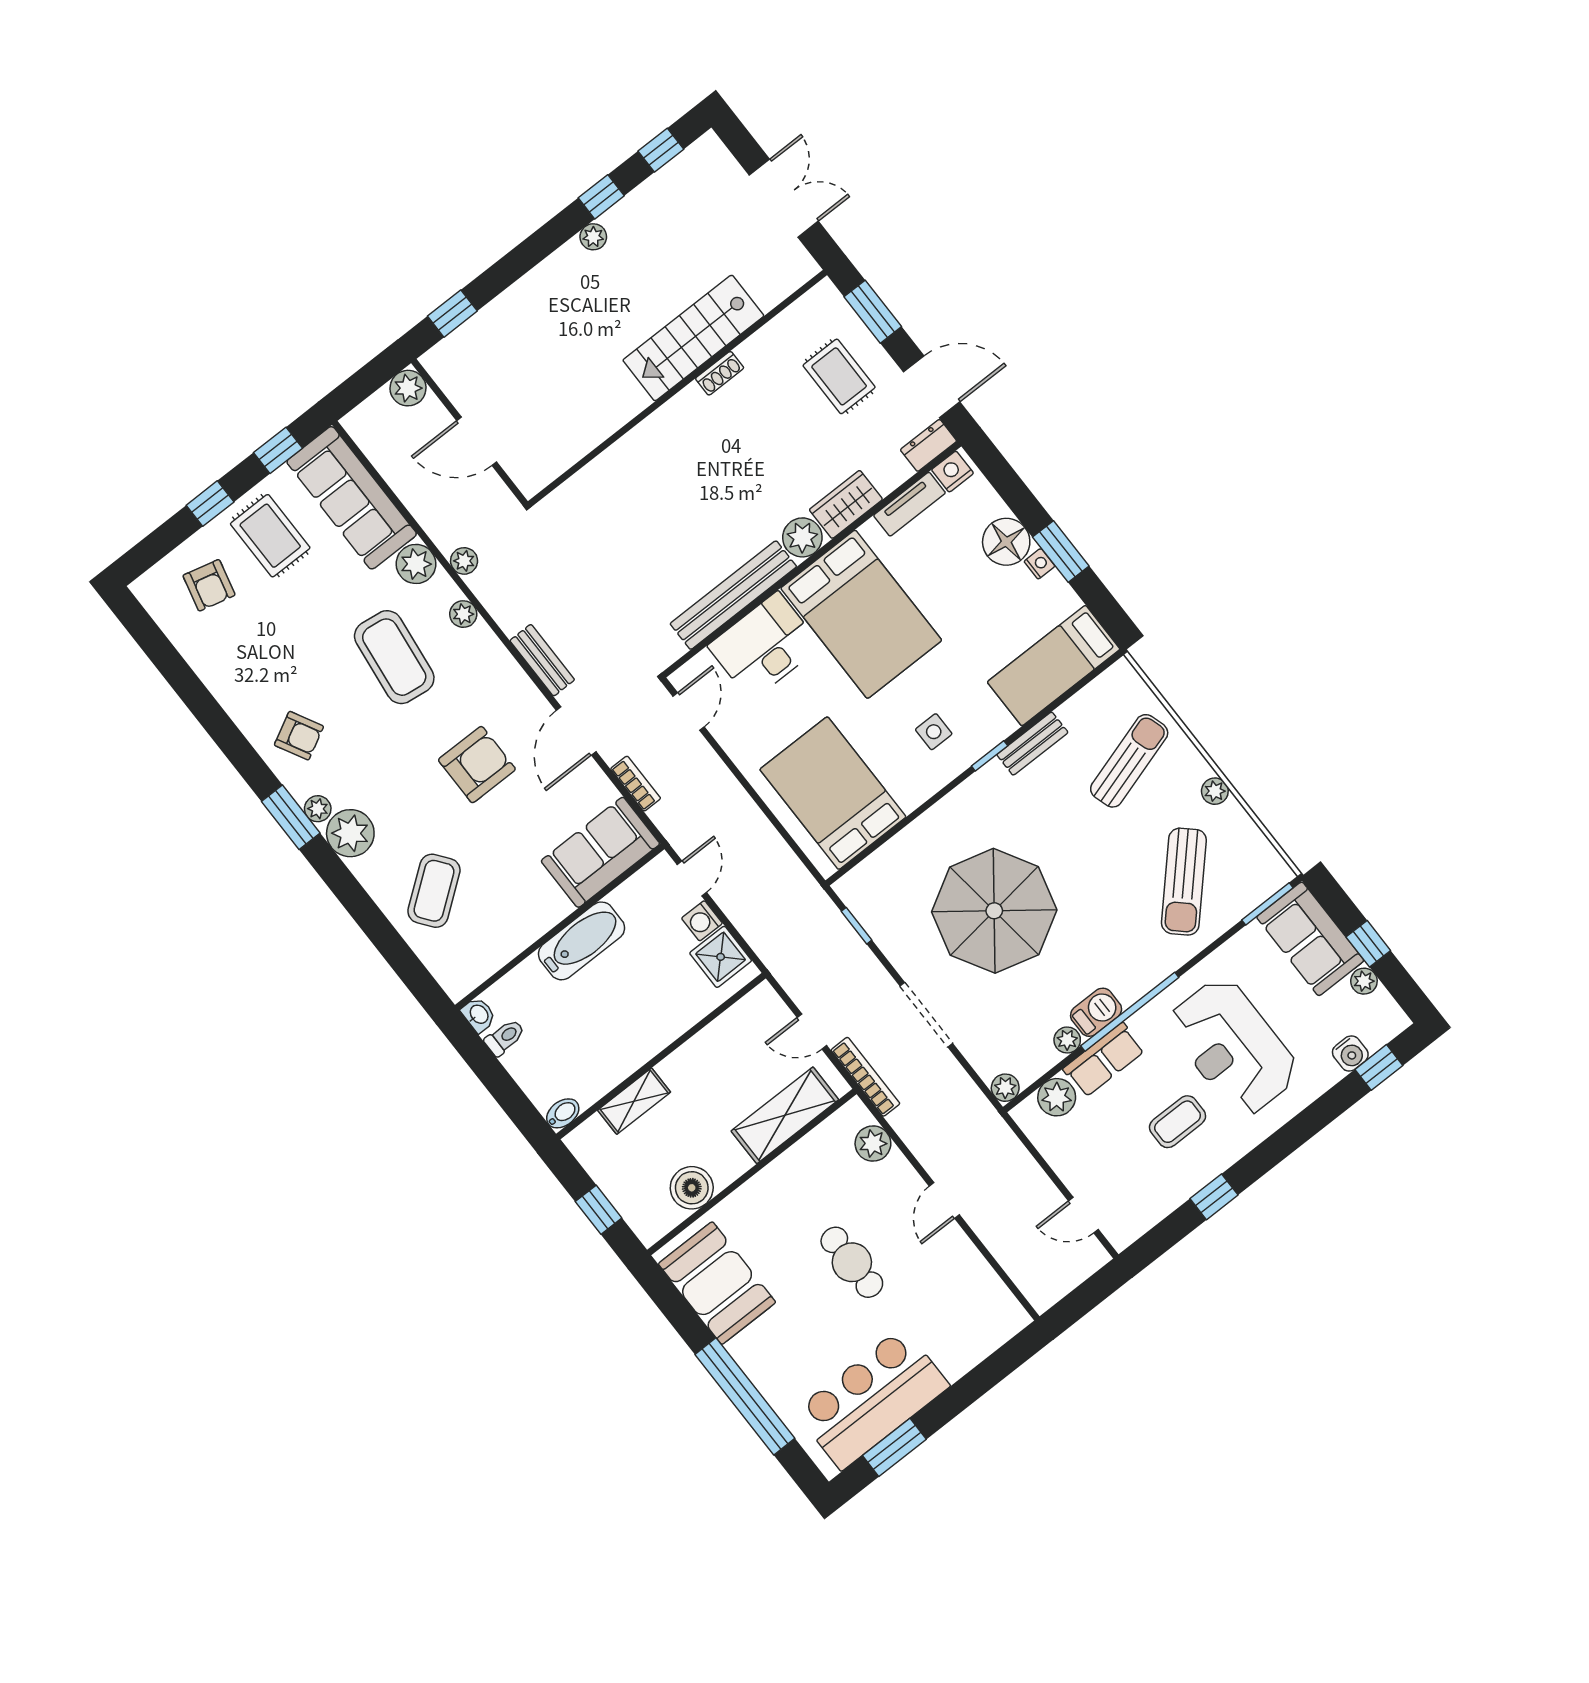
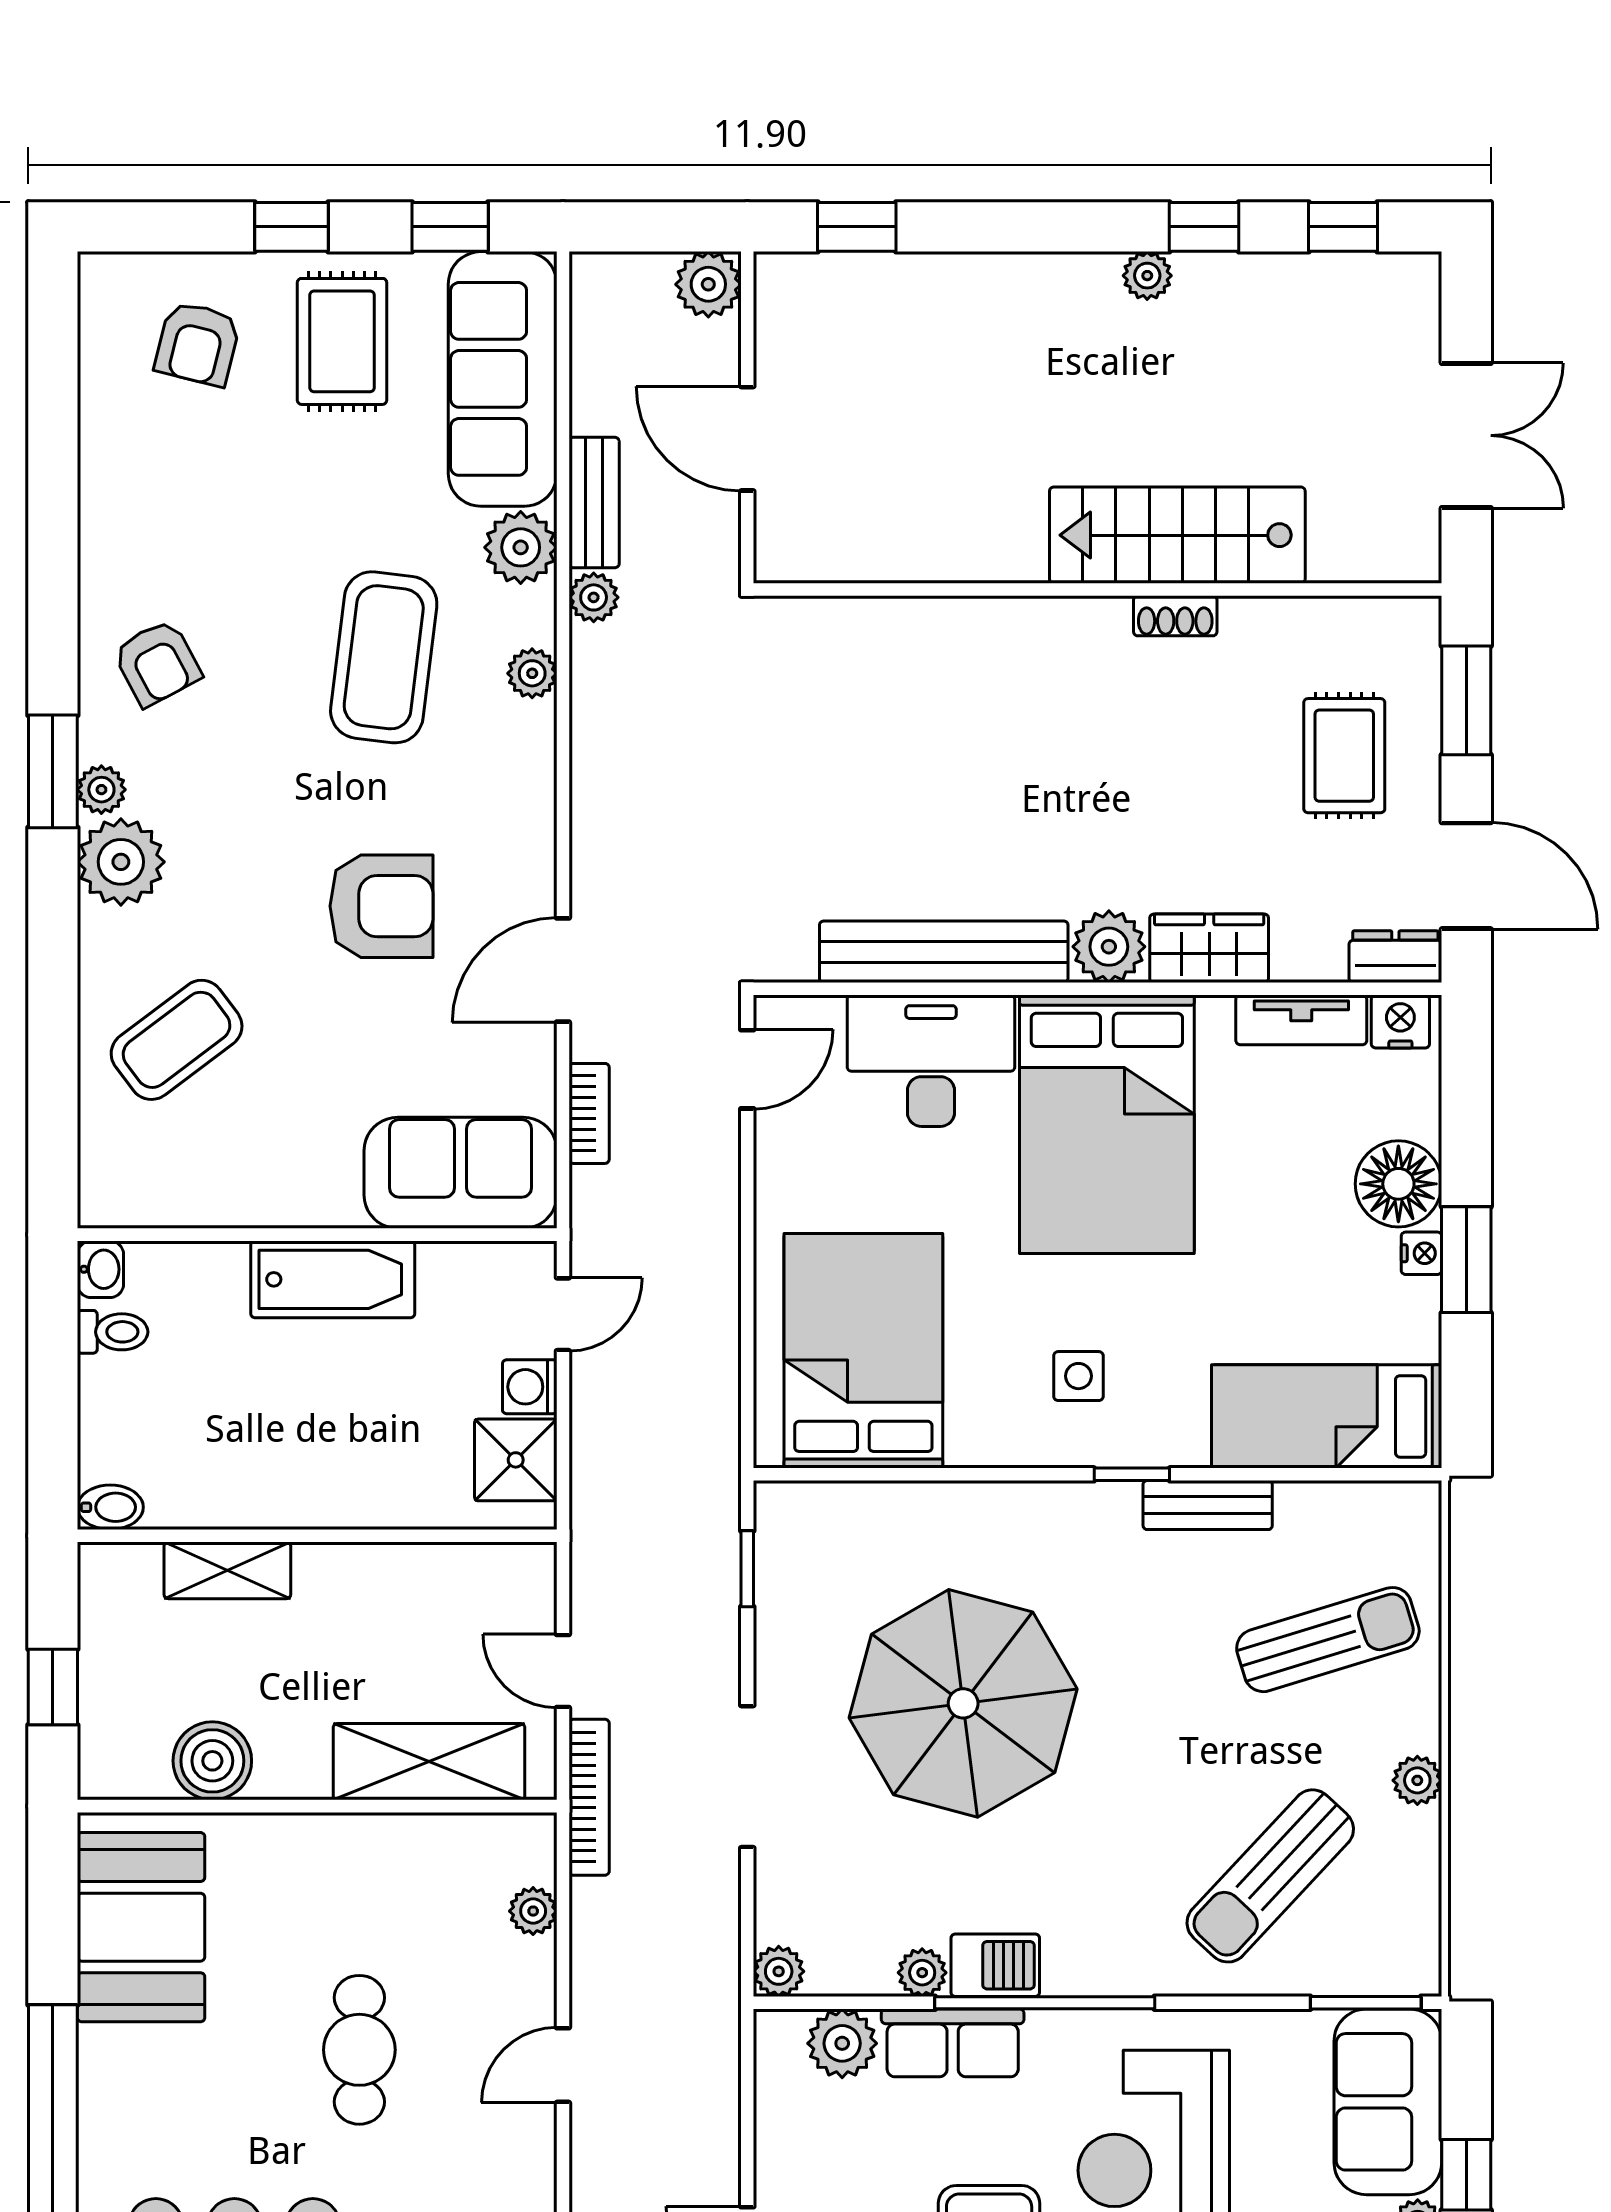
bench: (542, 660) -> (594, 503), moved
plant: (873, 1144) -> (533, 1911), width x0.73, depth x0.73

